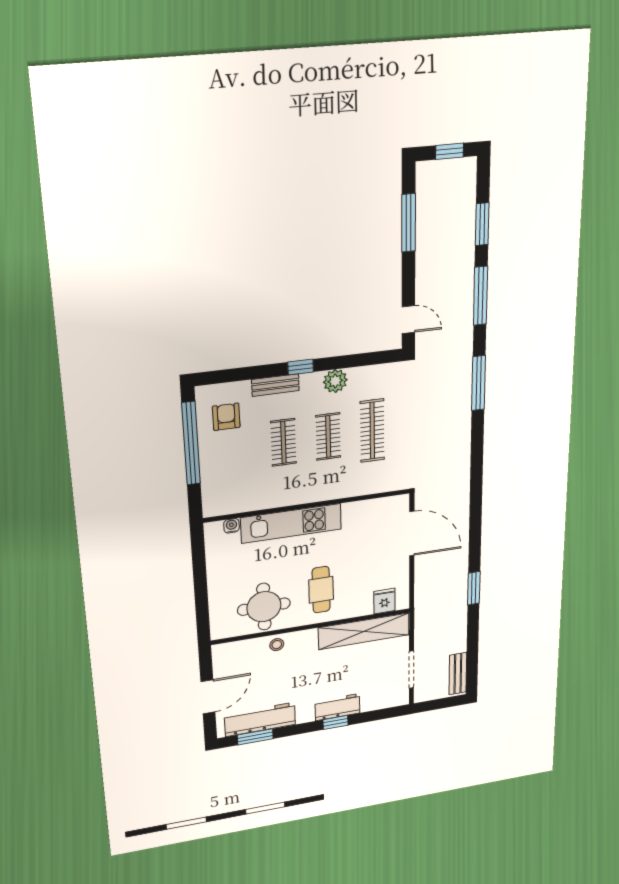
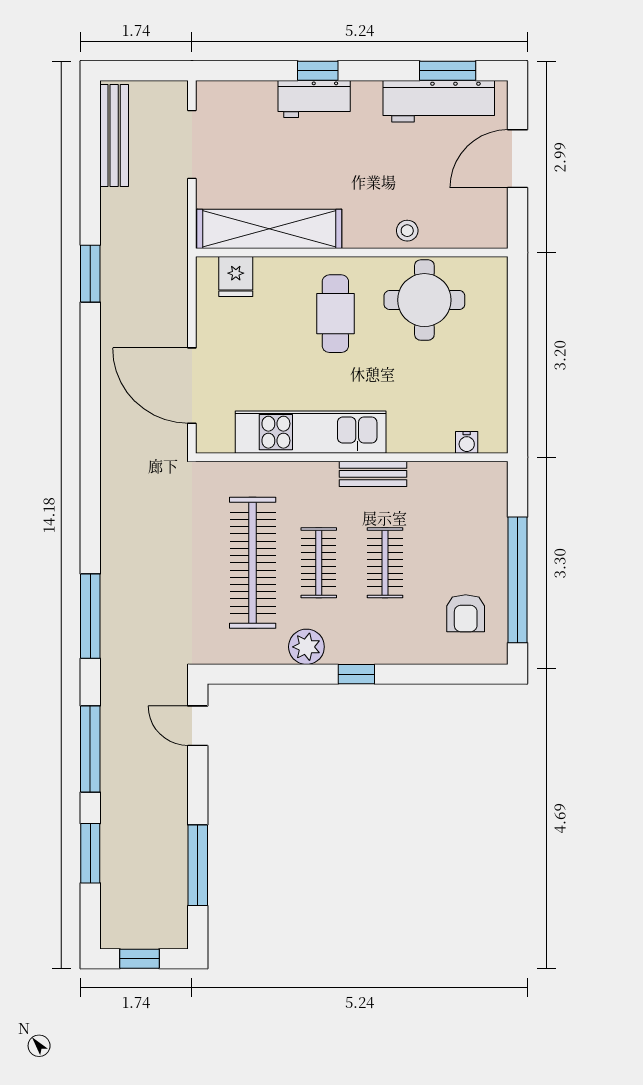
bench: (275, 385) -> (373, 474), moved
clothes rail: (372, 431) -> (253, 563), width x1.37, depth x1.31
kitchen unit: (291, 523) -> (311, 432), moved
bench: (458, 674) -> (114, 135), width x1.36

